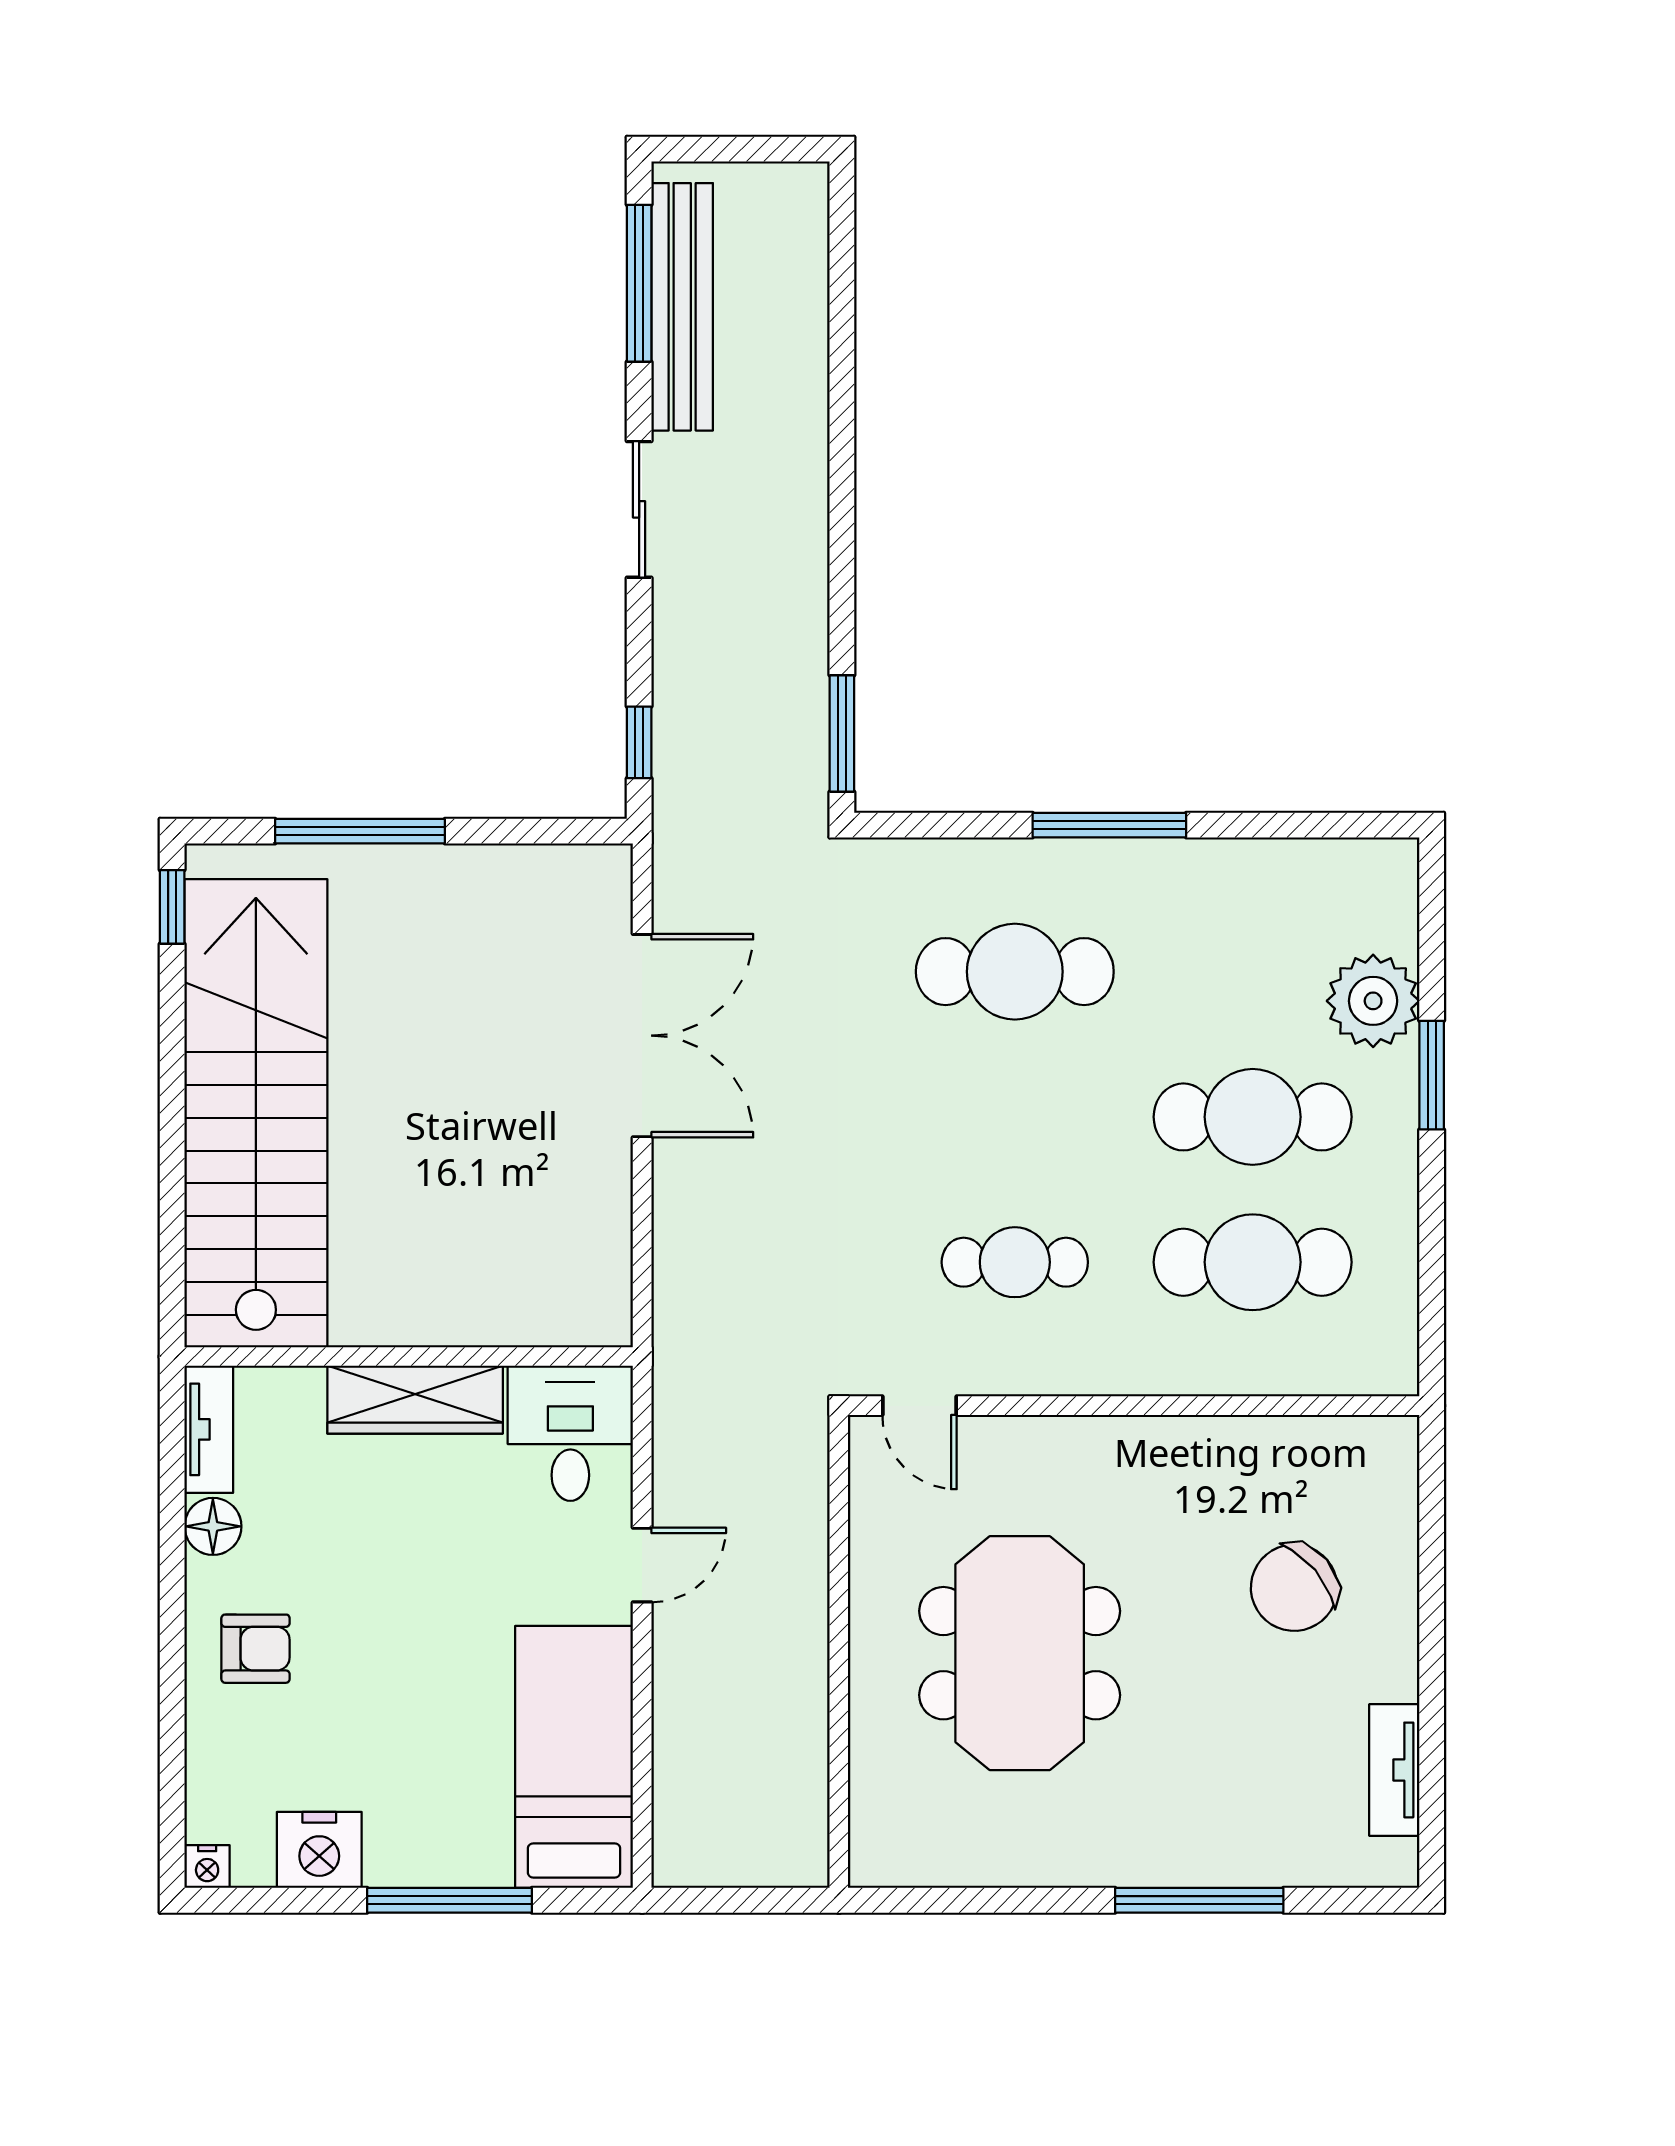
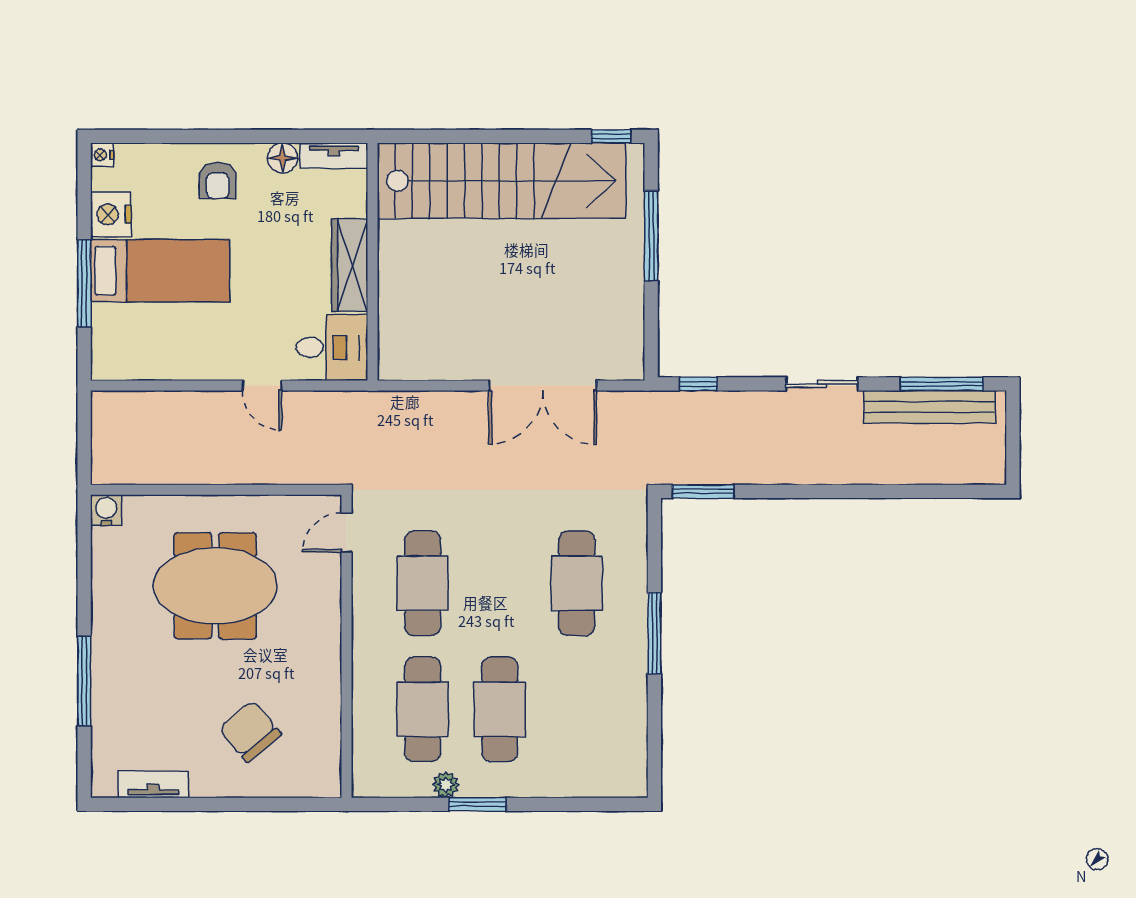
plant: (1373, 1001) -> (446, 785), moved, width x0.53, depth x0.53
window: (1432, 1075) -> (477, 804), moved
cafe table: (1015, 1262) -> (423, 583), width x1.37, depth x1.35
bed: (574, 1757) -> (160, 271), moved
water cooler: (877, 1859) -> (106, 510), added

